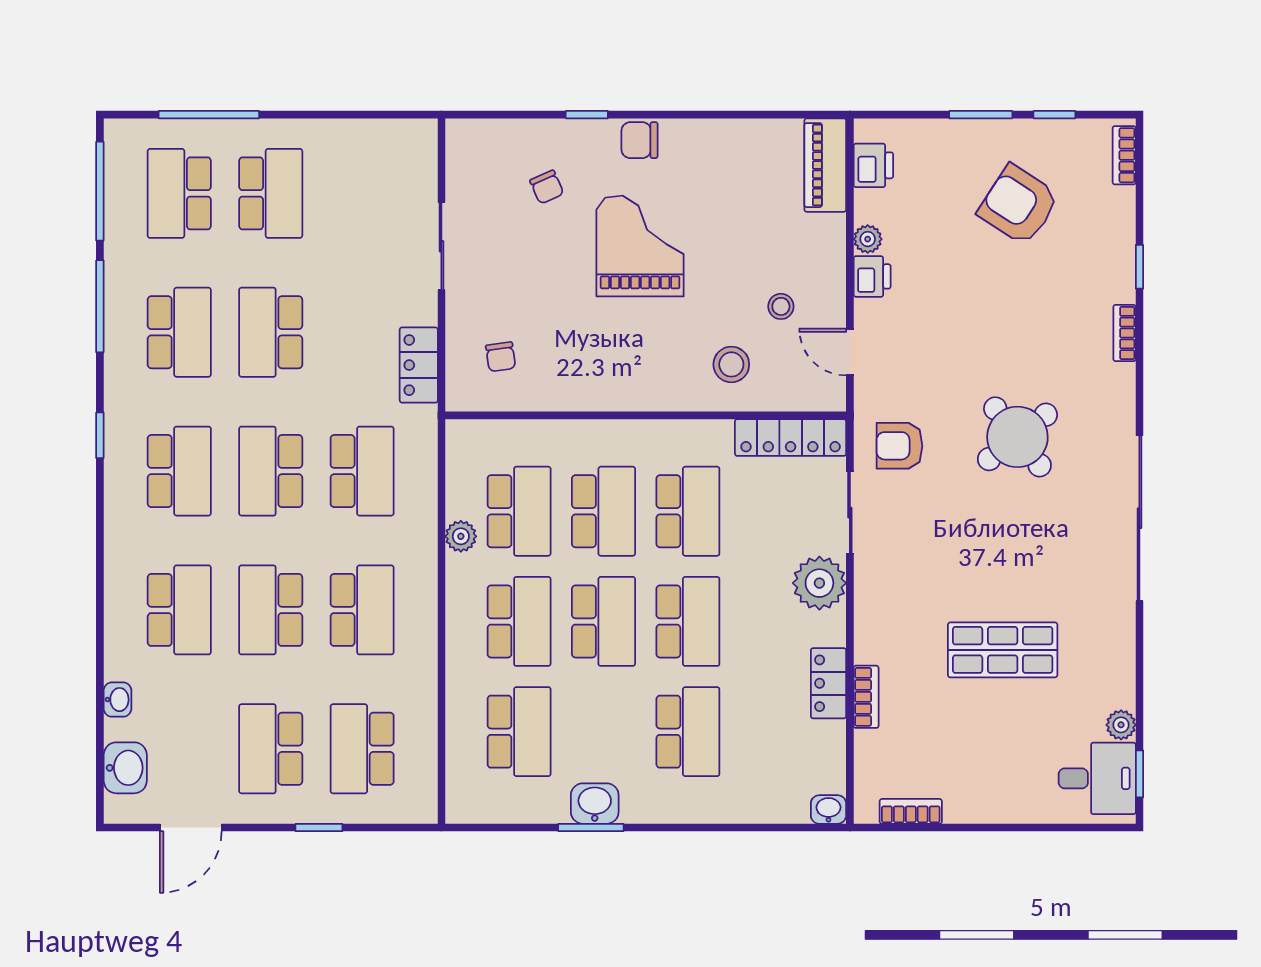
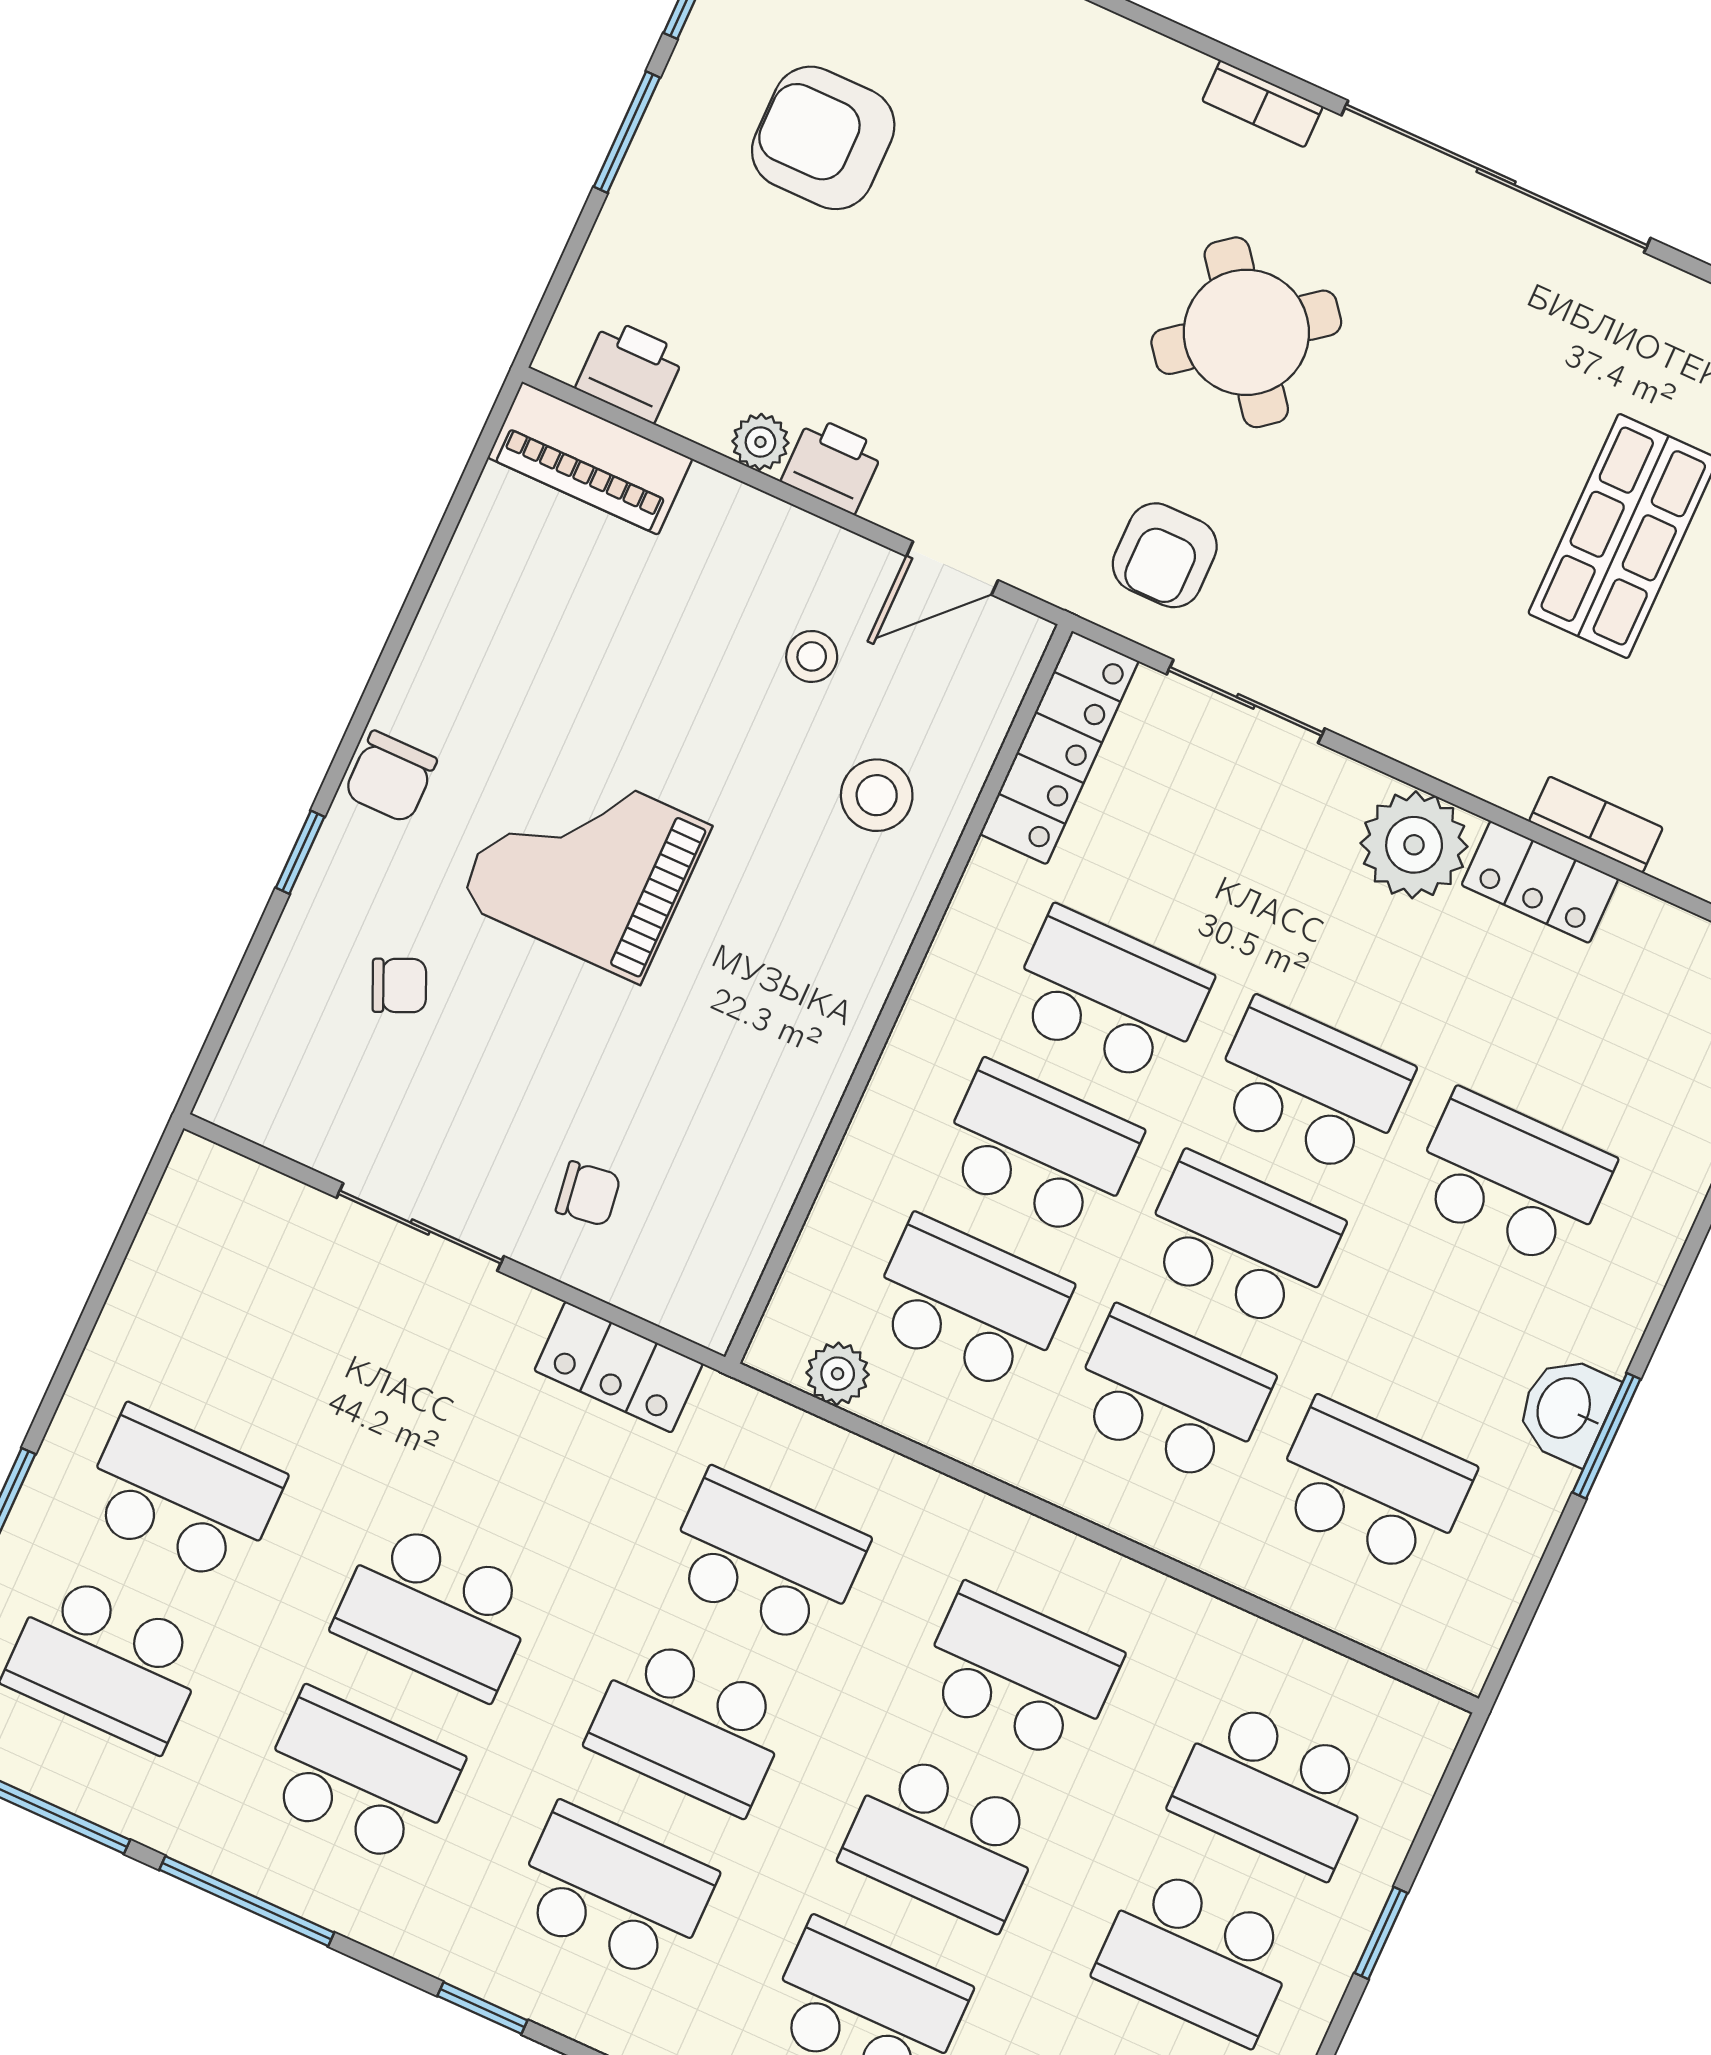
armchair: (1019, 205) -> (823, 138), turned 57
bookcase: (1125, 333) -> (1263, 104), moved
chair: (501, 357) -> (588, 1194), moved
plant: (461, 536) -> (838, 1374), moved
plant: (819, 583) -> (1414, 845), moved

